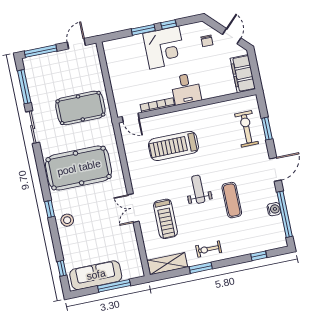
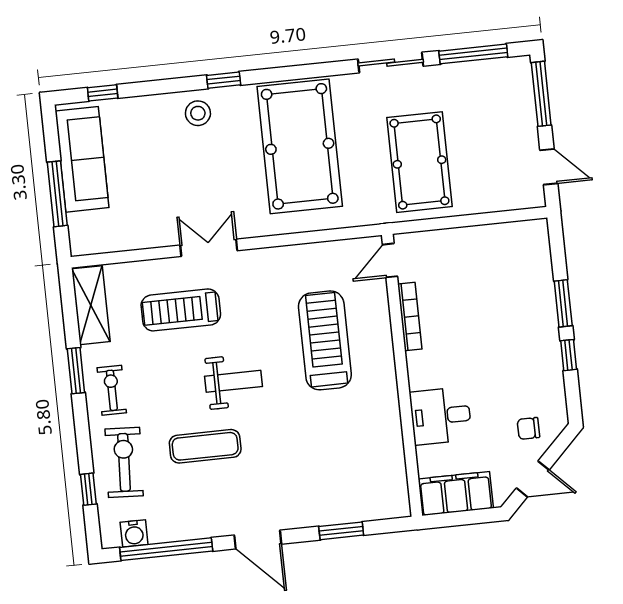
corner desk: (164, 48) -> (524, 342), removed
desk: (186, 89) -> (441, 416), moved
exercise bike: (247, 129) -> (124, 462), moved, turned -87
water cooler: (274, 209) -> (134, 533), moved

